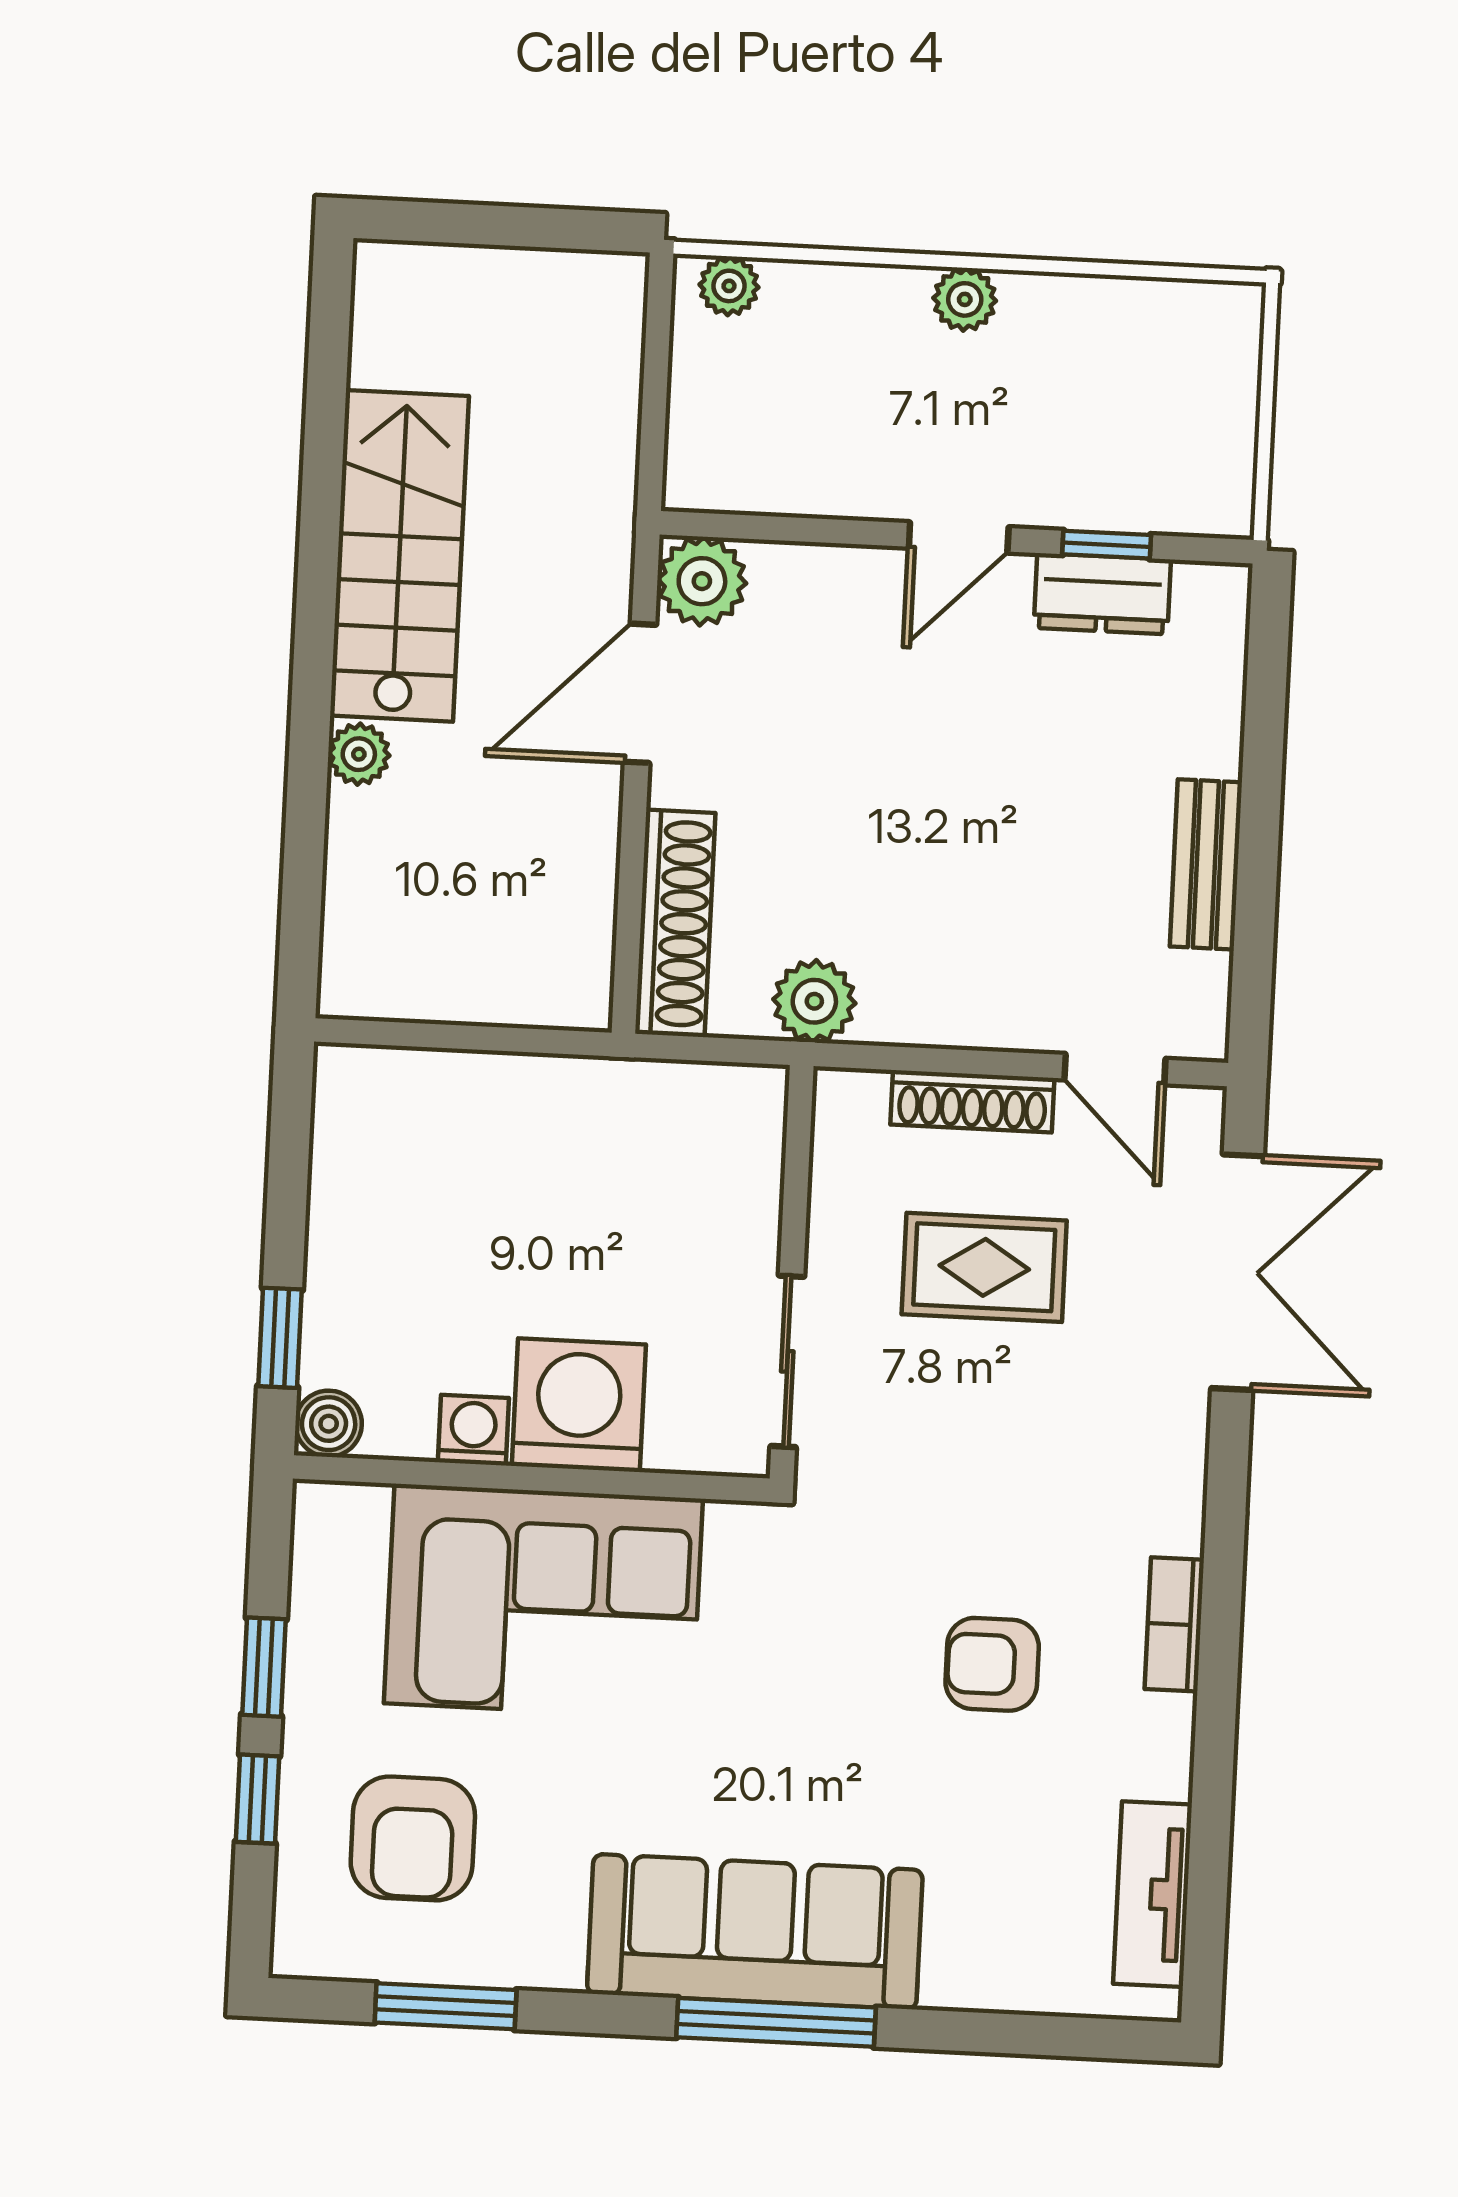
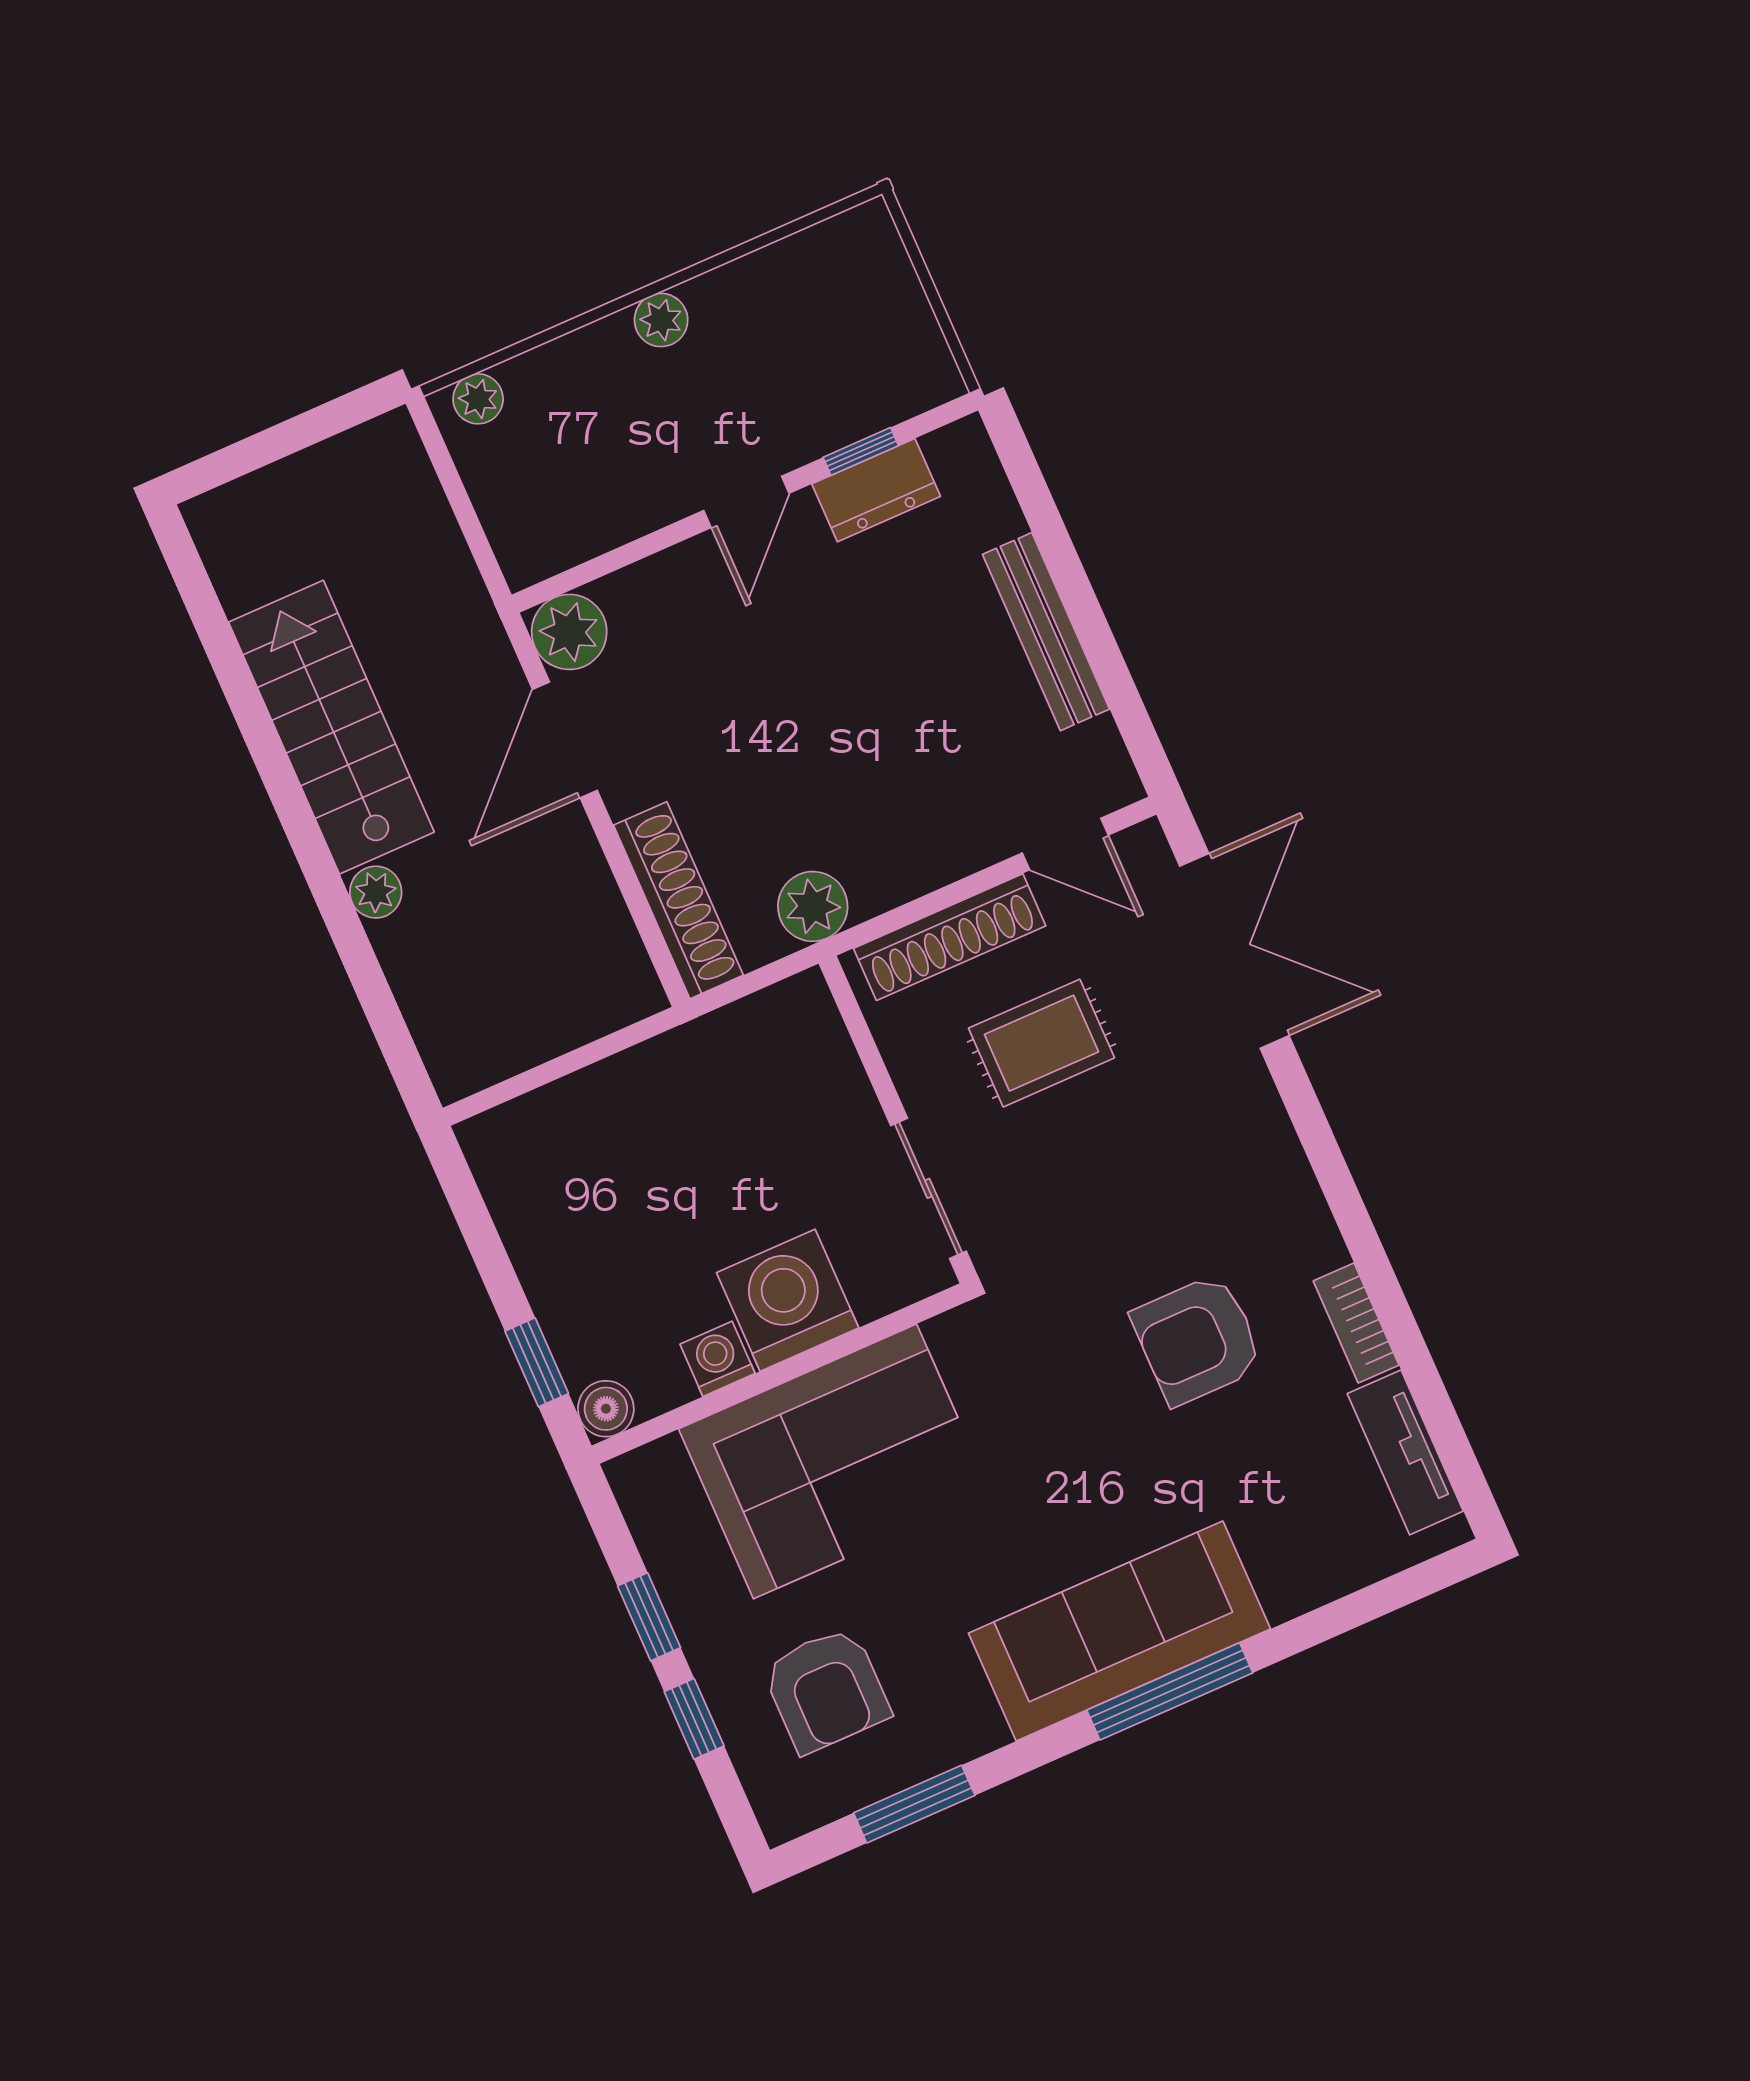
bench: (1206, 864) -> (1046, 632), width x1.36
shoe rack: (972, 1101) -> (950, 937), width x1.36, depth x1.24
bookcase: (1174, 1624) -> (1356, 1323), moved
armchair: (992, 1664) -> (1197, 1340), width x1.38, depth x1.38

